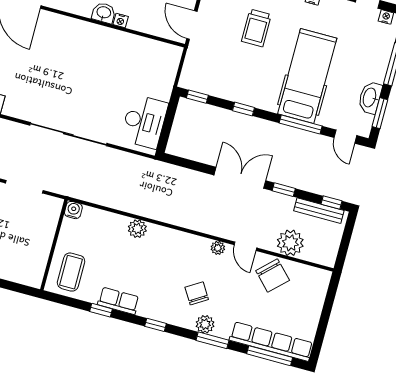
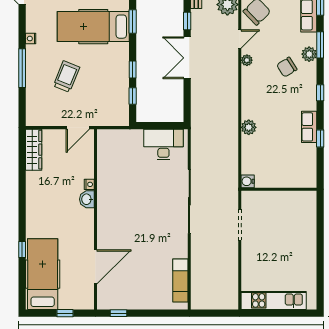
trolley: (256, 28) -> (66, 77), turned -68
window: (197, 97) -> (133, 96), moved
window: (301, 124) -> (133, 22), width x0.69
coffee table: (71, 272) -> (297, 170), removed

